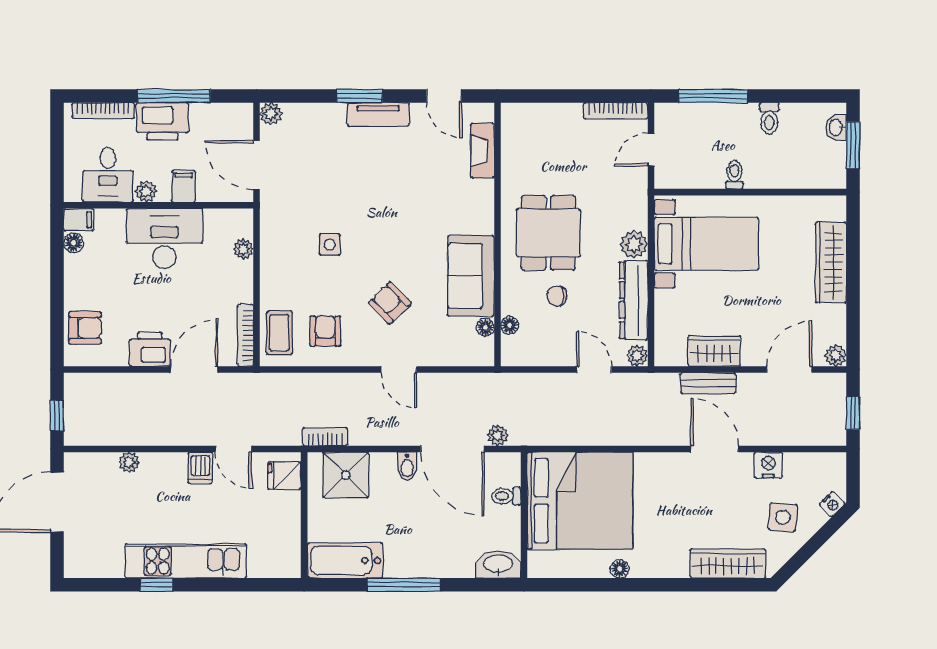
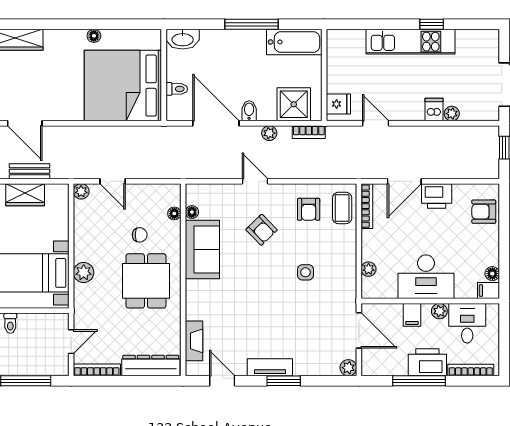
dresser: (634, 300) -> (151, 366), moved, turned -90
plant: (498, 435) -> (269, 133), moved
dishwasher: (200, 468) -> (434, 110), moved

